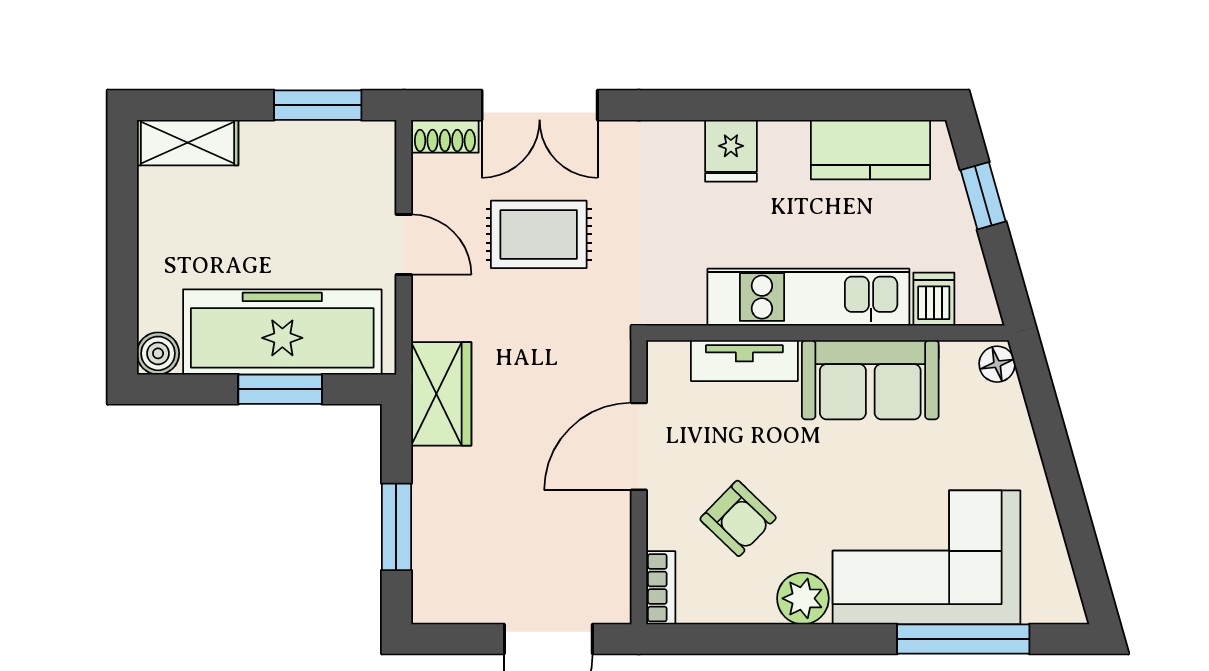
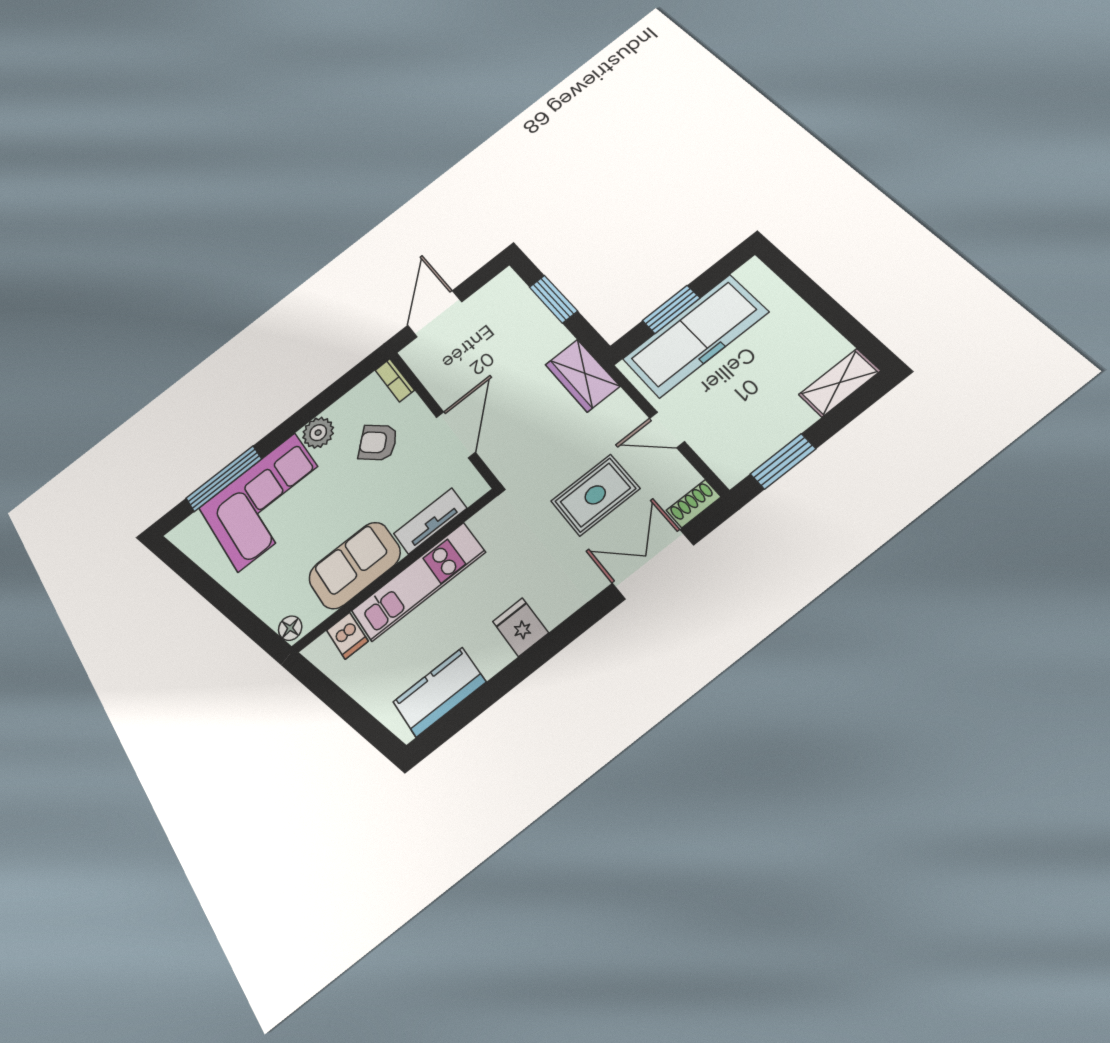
window: (983, 196) -> (356, 717), removed
boiler: (158, 353) -> (753, 273), removed

